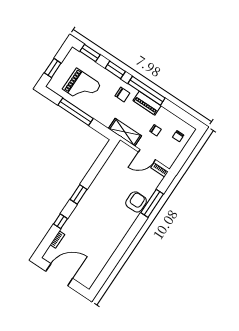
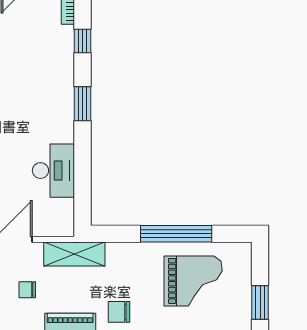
window: (53, 68) -> (260, 303), moved
grand piano: (82, 87) -> (193, 281), turned 180
desk: (110, 174) -> (53, 171), added

